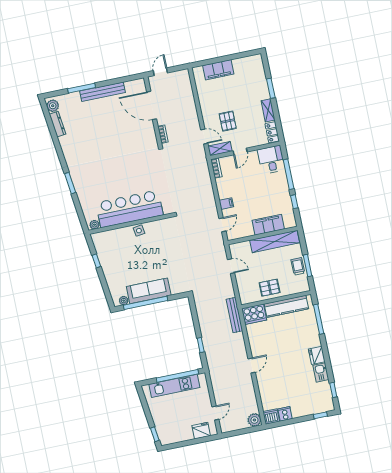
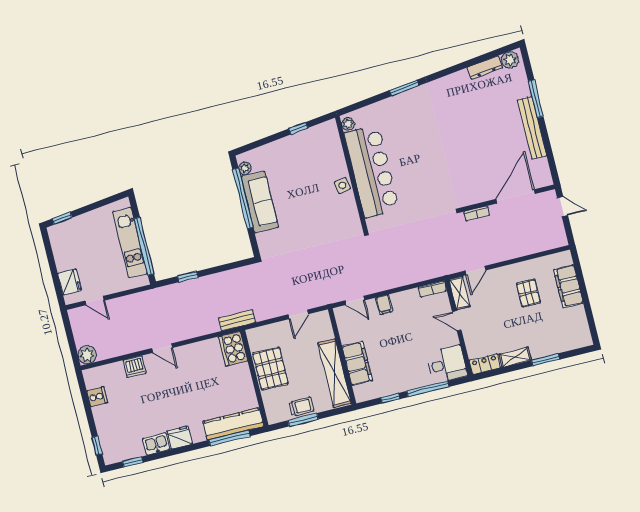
pallet: (228, 121) -> (528, 293), moved, turned 90
pallet: (270, 288) -> (270, 369), width x1.50, depth x1.42
kitchen counter: (286, 306) -> (233, 424), moved, turned 90
bench: (234, 315) -> (237, 320), width x0.73
dishwasher: (271, 416) -> (135, 367), moved, turned 90

